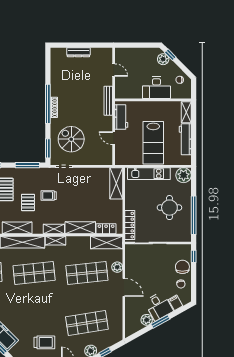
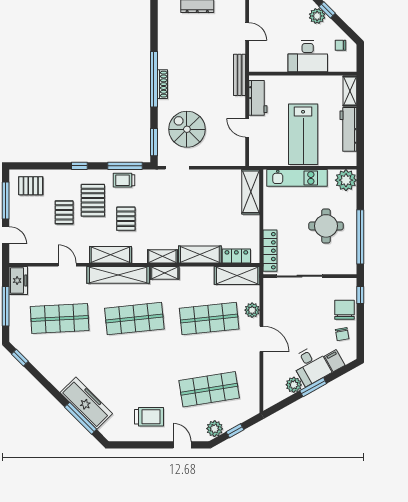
trolley: (49, 196) -> (124, 180), moved

